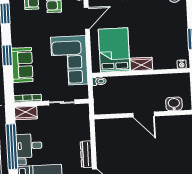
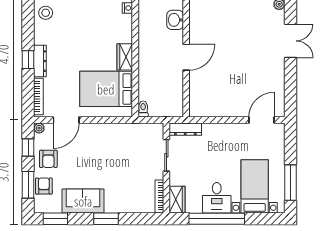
door: (87, 18) -> (66, 120), swing flipped
corner sofa: (69, 61) -> (116, 144), removed
sofa: (22, 65) -> (83, 201), moved
dresser: (86, 154) -> (185, 129), moved

